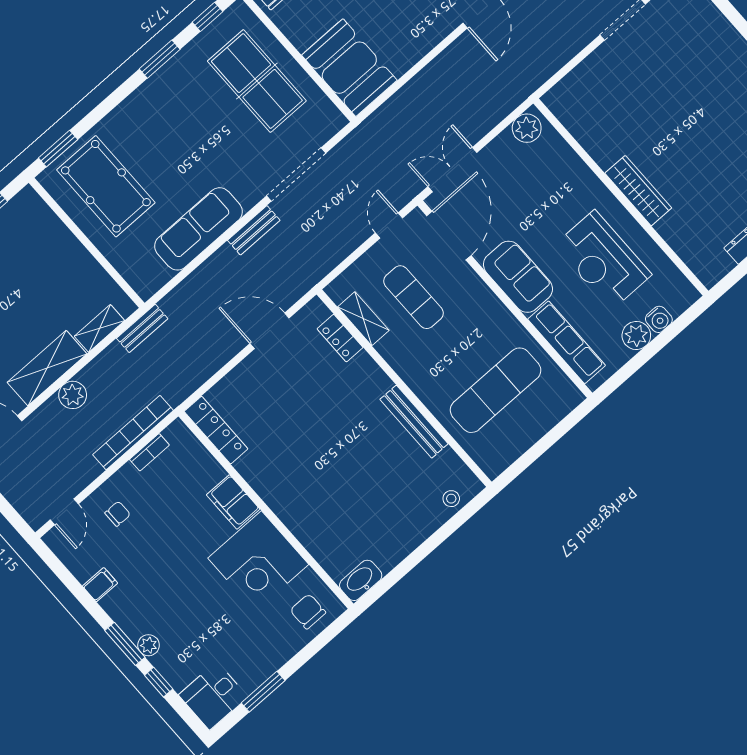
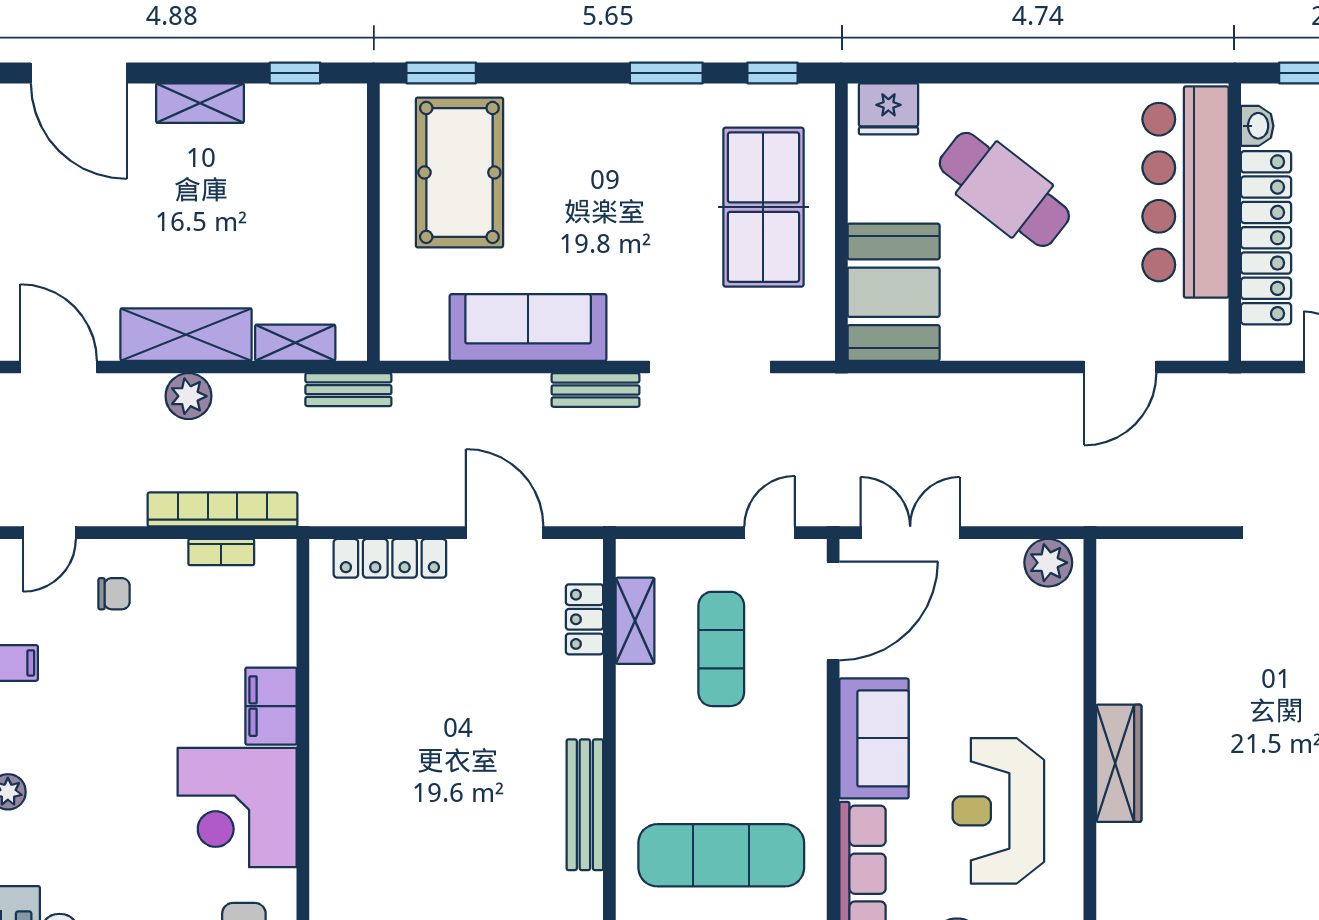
locker: (216, 430) -> (390, 558), moved, turned 90

